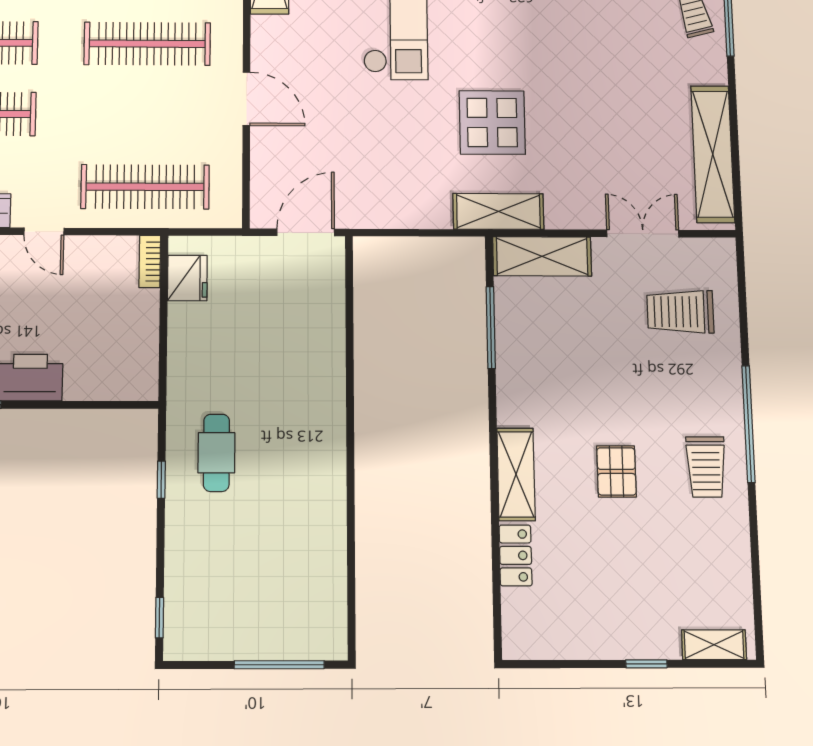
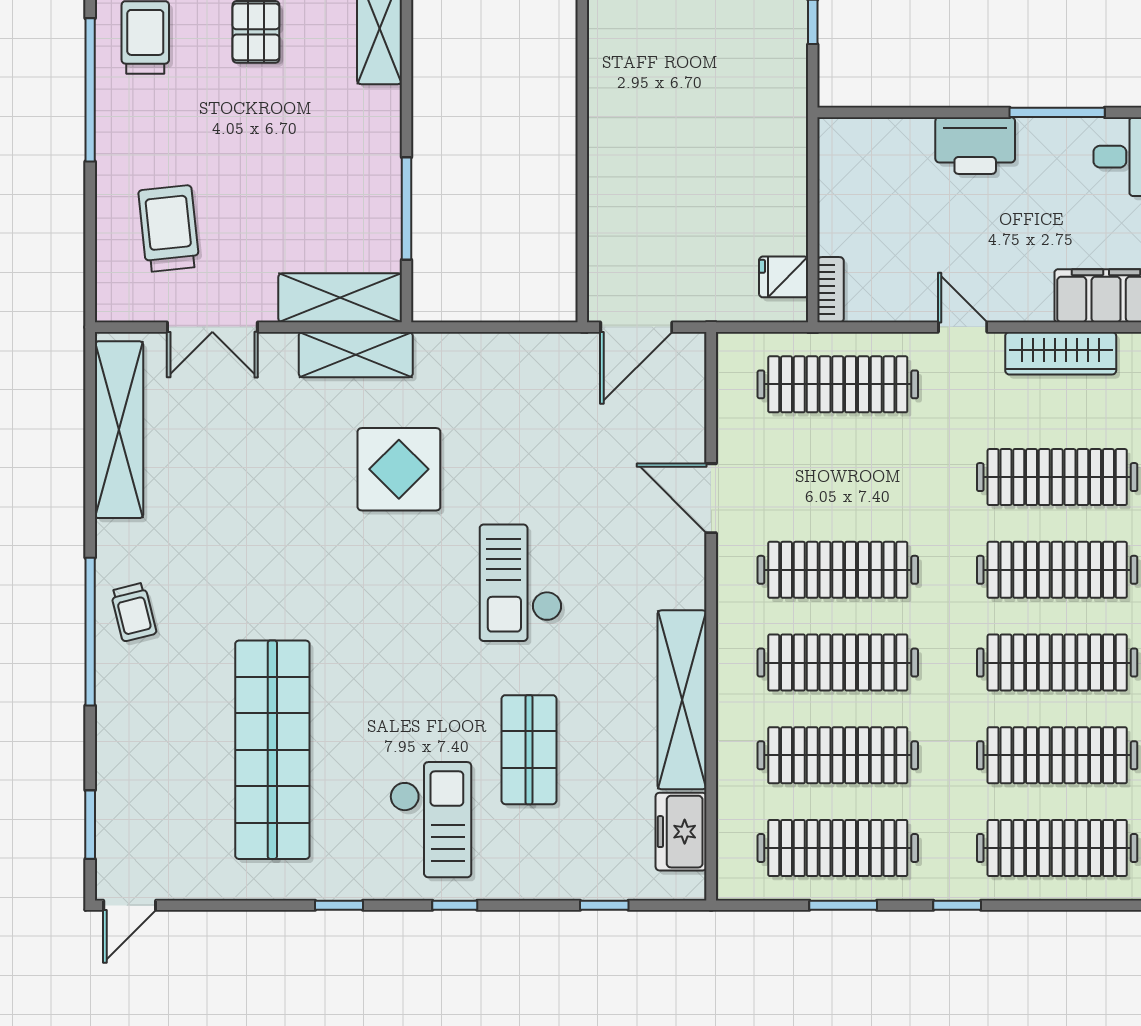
shelving: (498, 211) -> (356, 355), moved
fridge: (187, 278) -> (784, 277), width x0.72
trolley: (680, 312) -> (169, 229), turned -96
cafe table: (216, 453) -> (746, 54), removed

